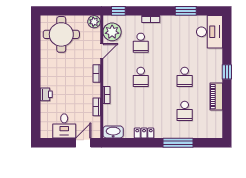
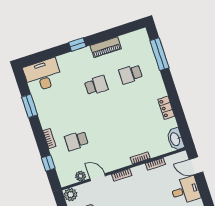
window: (118, 11) -> (48, 163), moved
plant: (112, 32) -> (81, 176), width x0.53, depth x0.53
school desk: (141, 43) -> (76, 141), turned 180
school desk: (141, 77) -> (111, 130), removed
school desk: (185, 111) -> (131, 74), turned 180
window: (178, 143) -> (159, 54), moved

